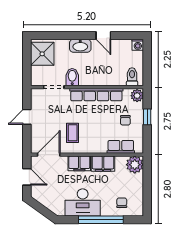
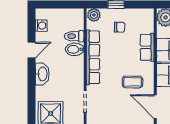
washing machine: (138, 45) -> (41, 26), moved
bidet: (72, 77) -> (75, 49), moved
toilet: (132, 77) -> (74, 36), moved
row of seats: (121, 147) -> (147, 47), moved

